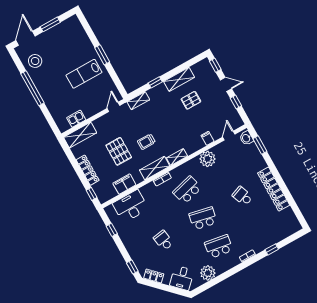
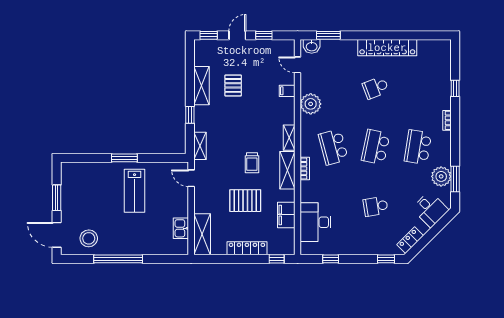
window: (211, 283) -> (455, 179), added

